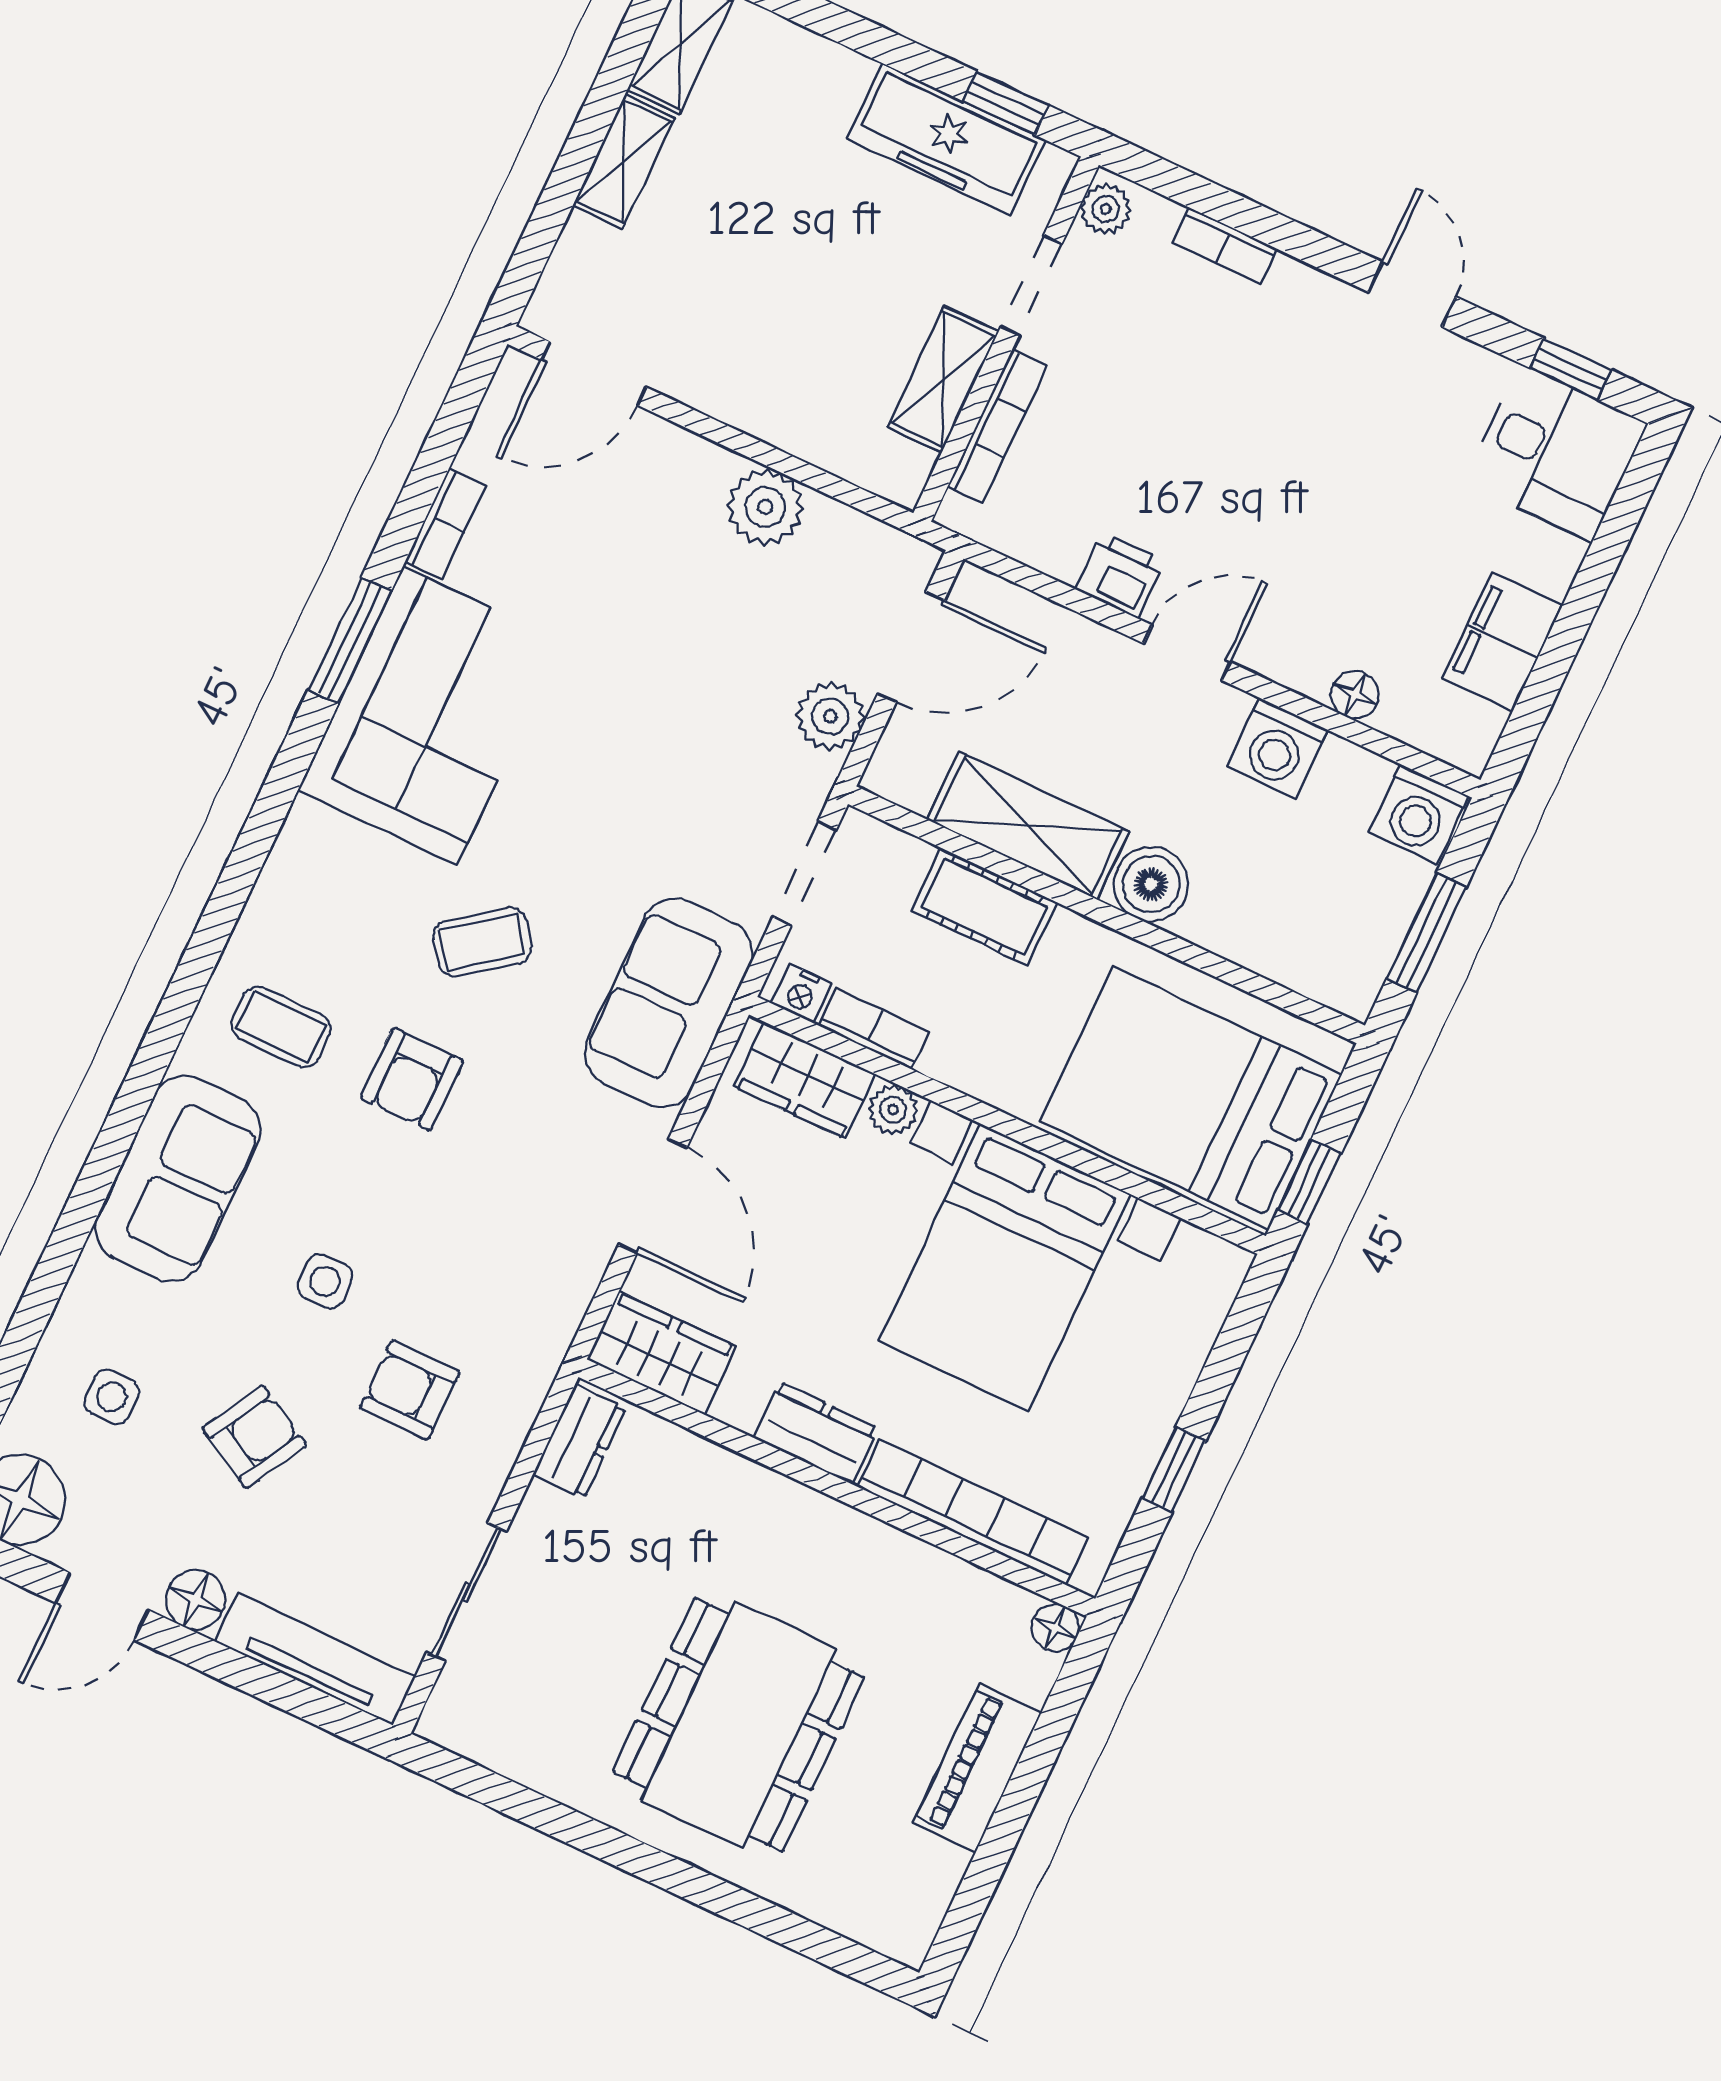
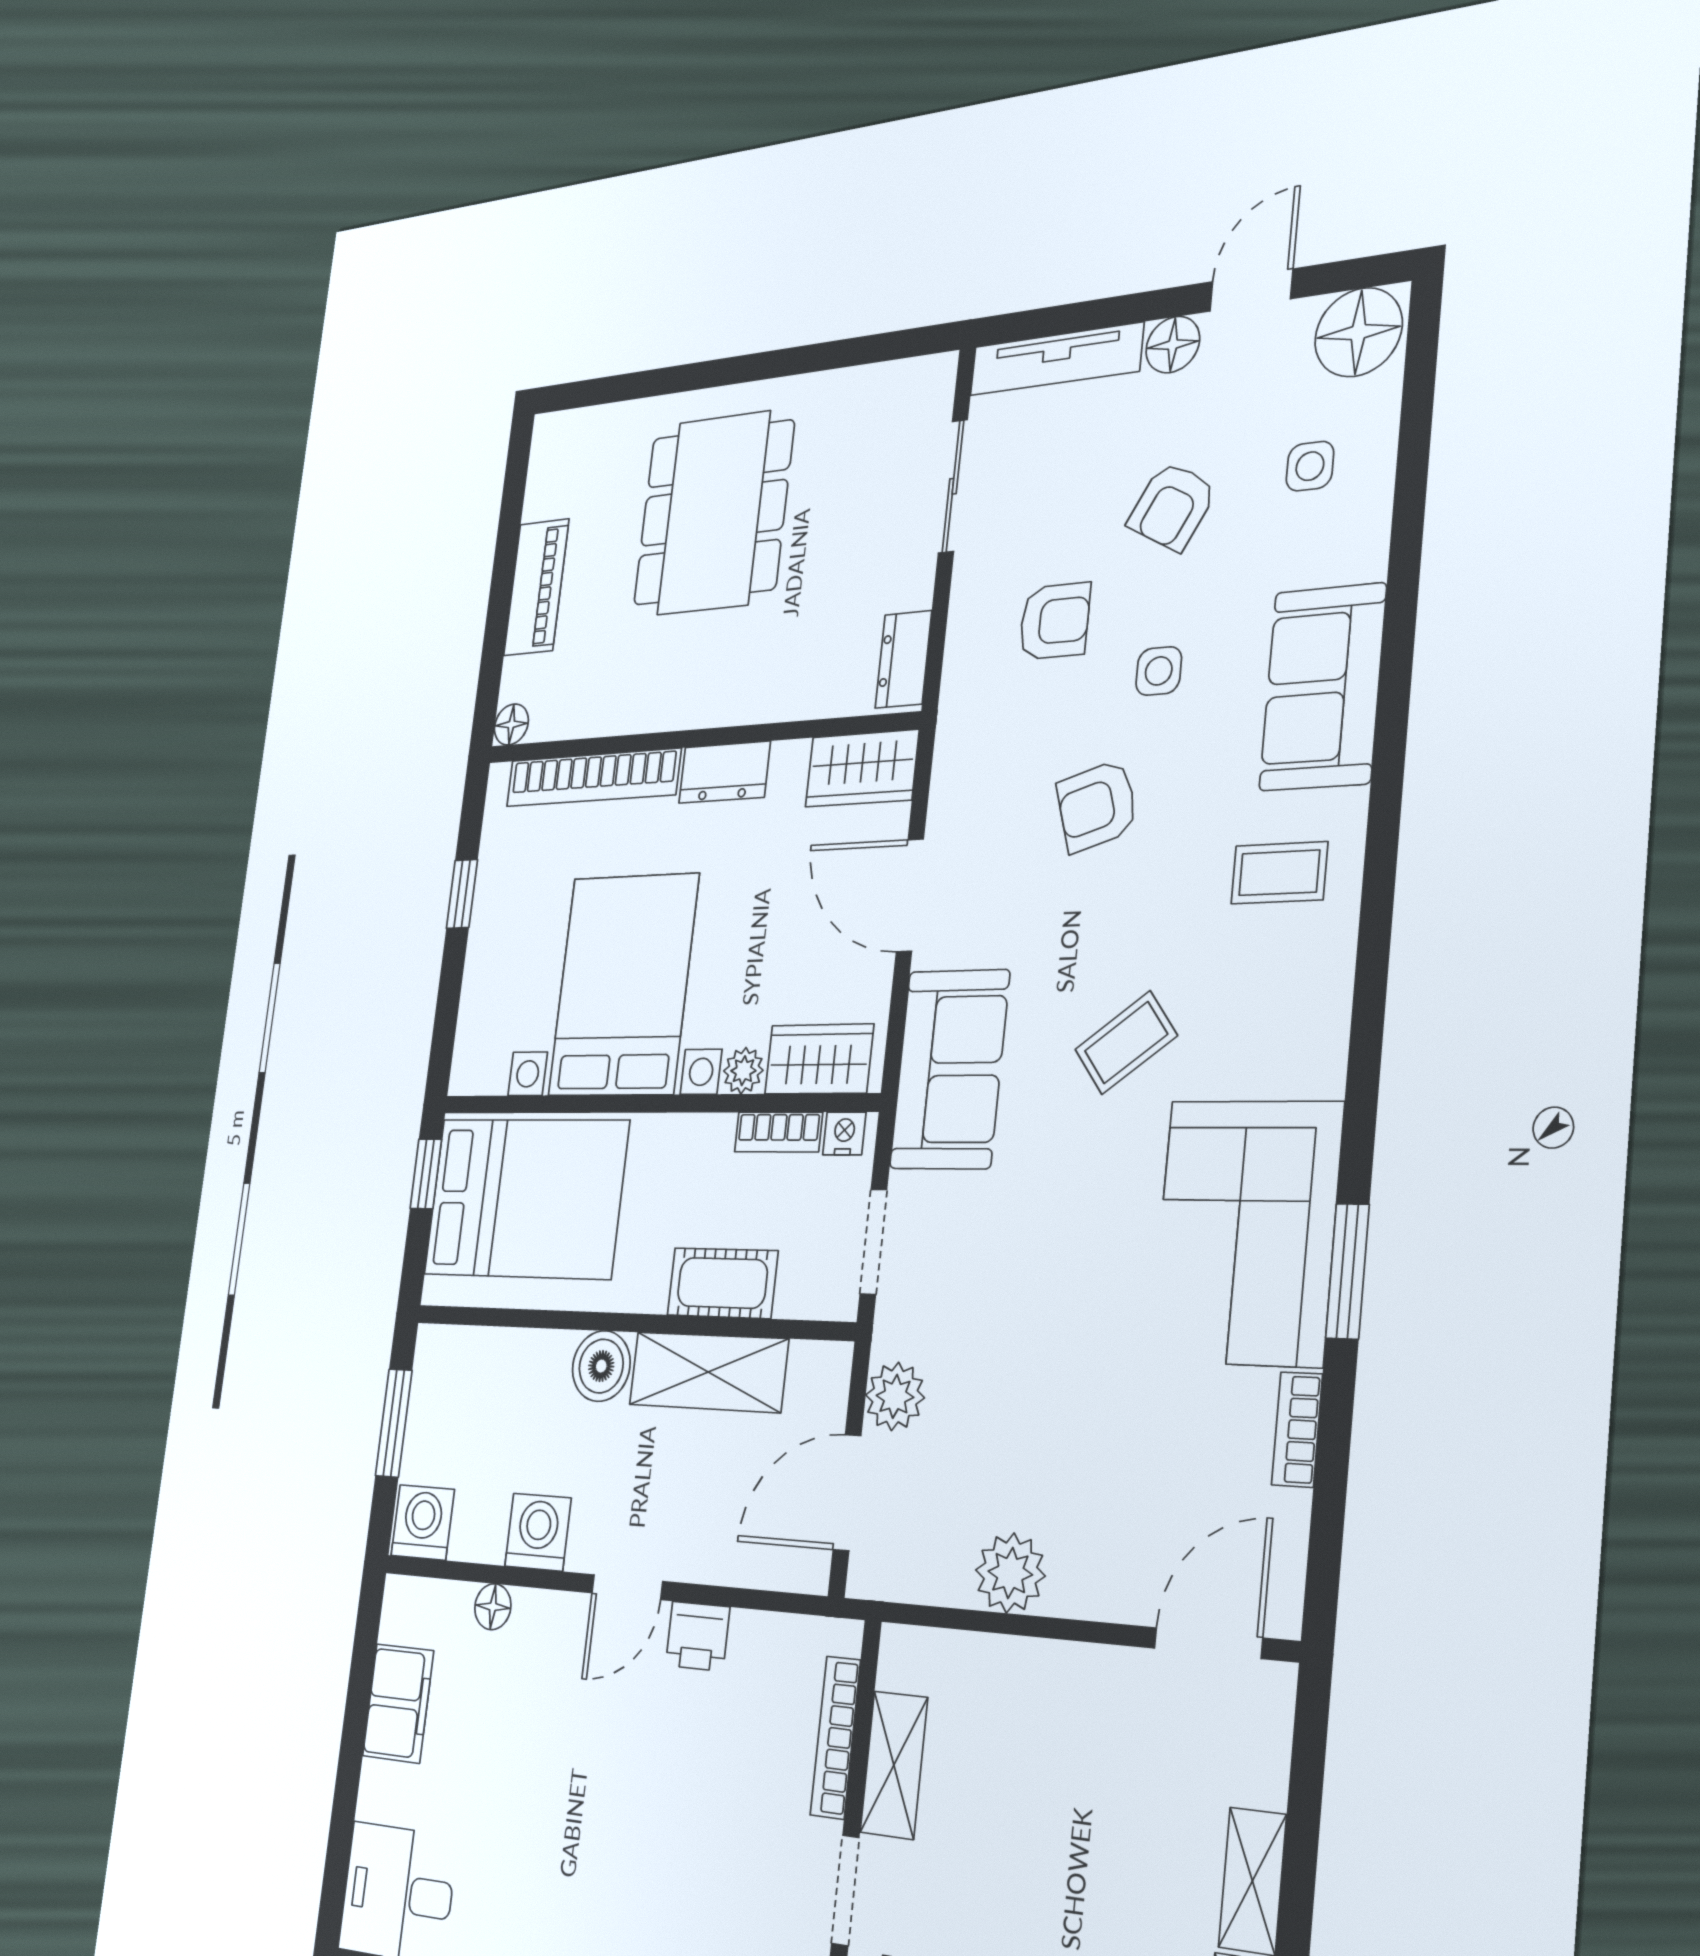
armchair: (412, 1079) -> (1097, 806), moved, turned -107

